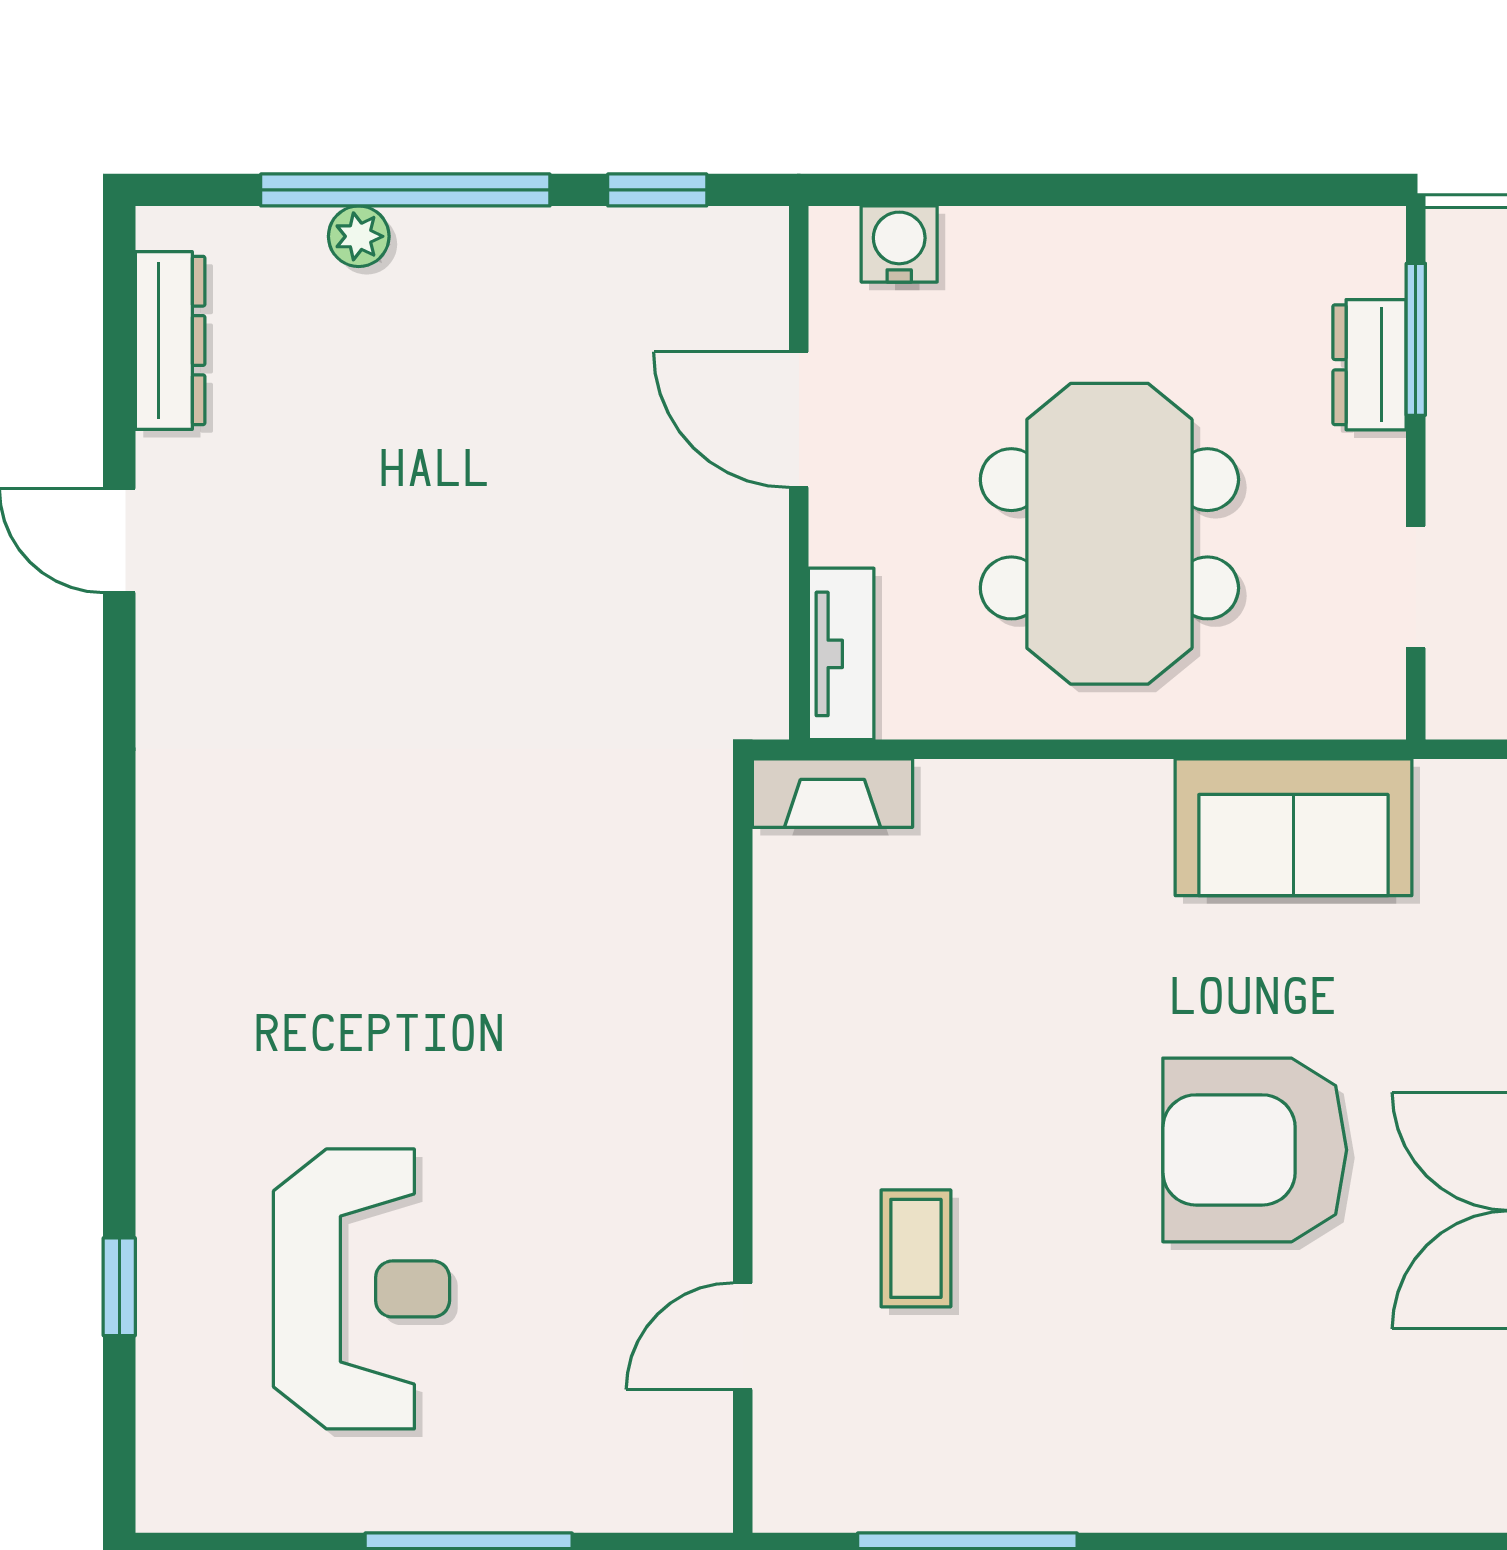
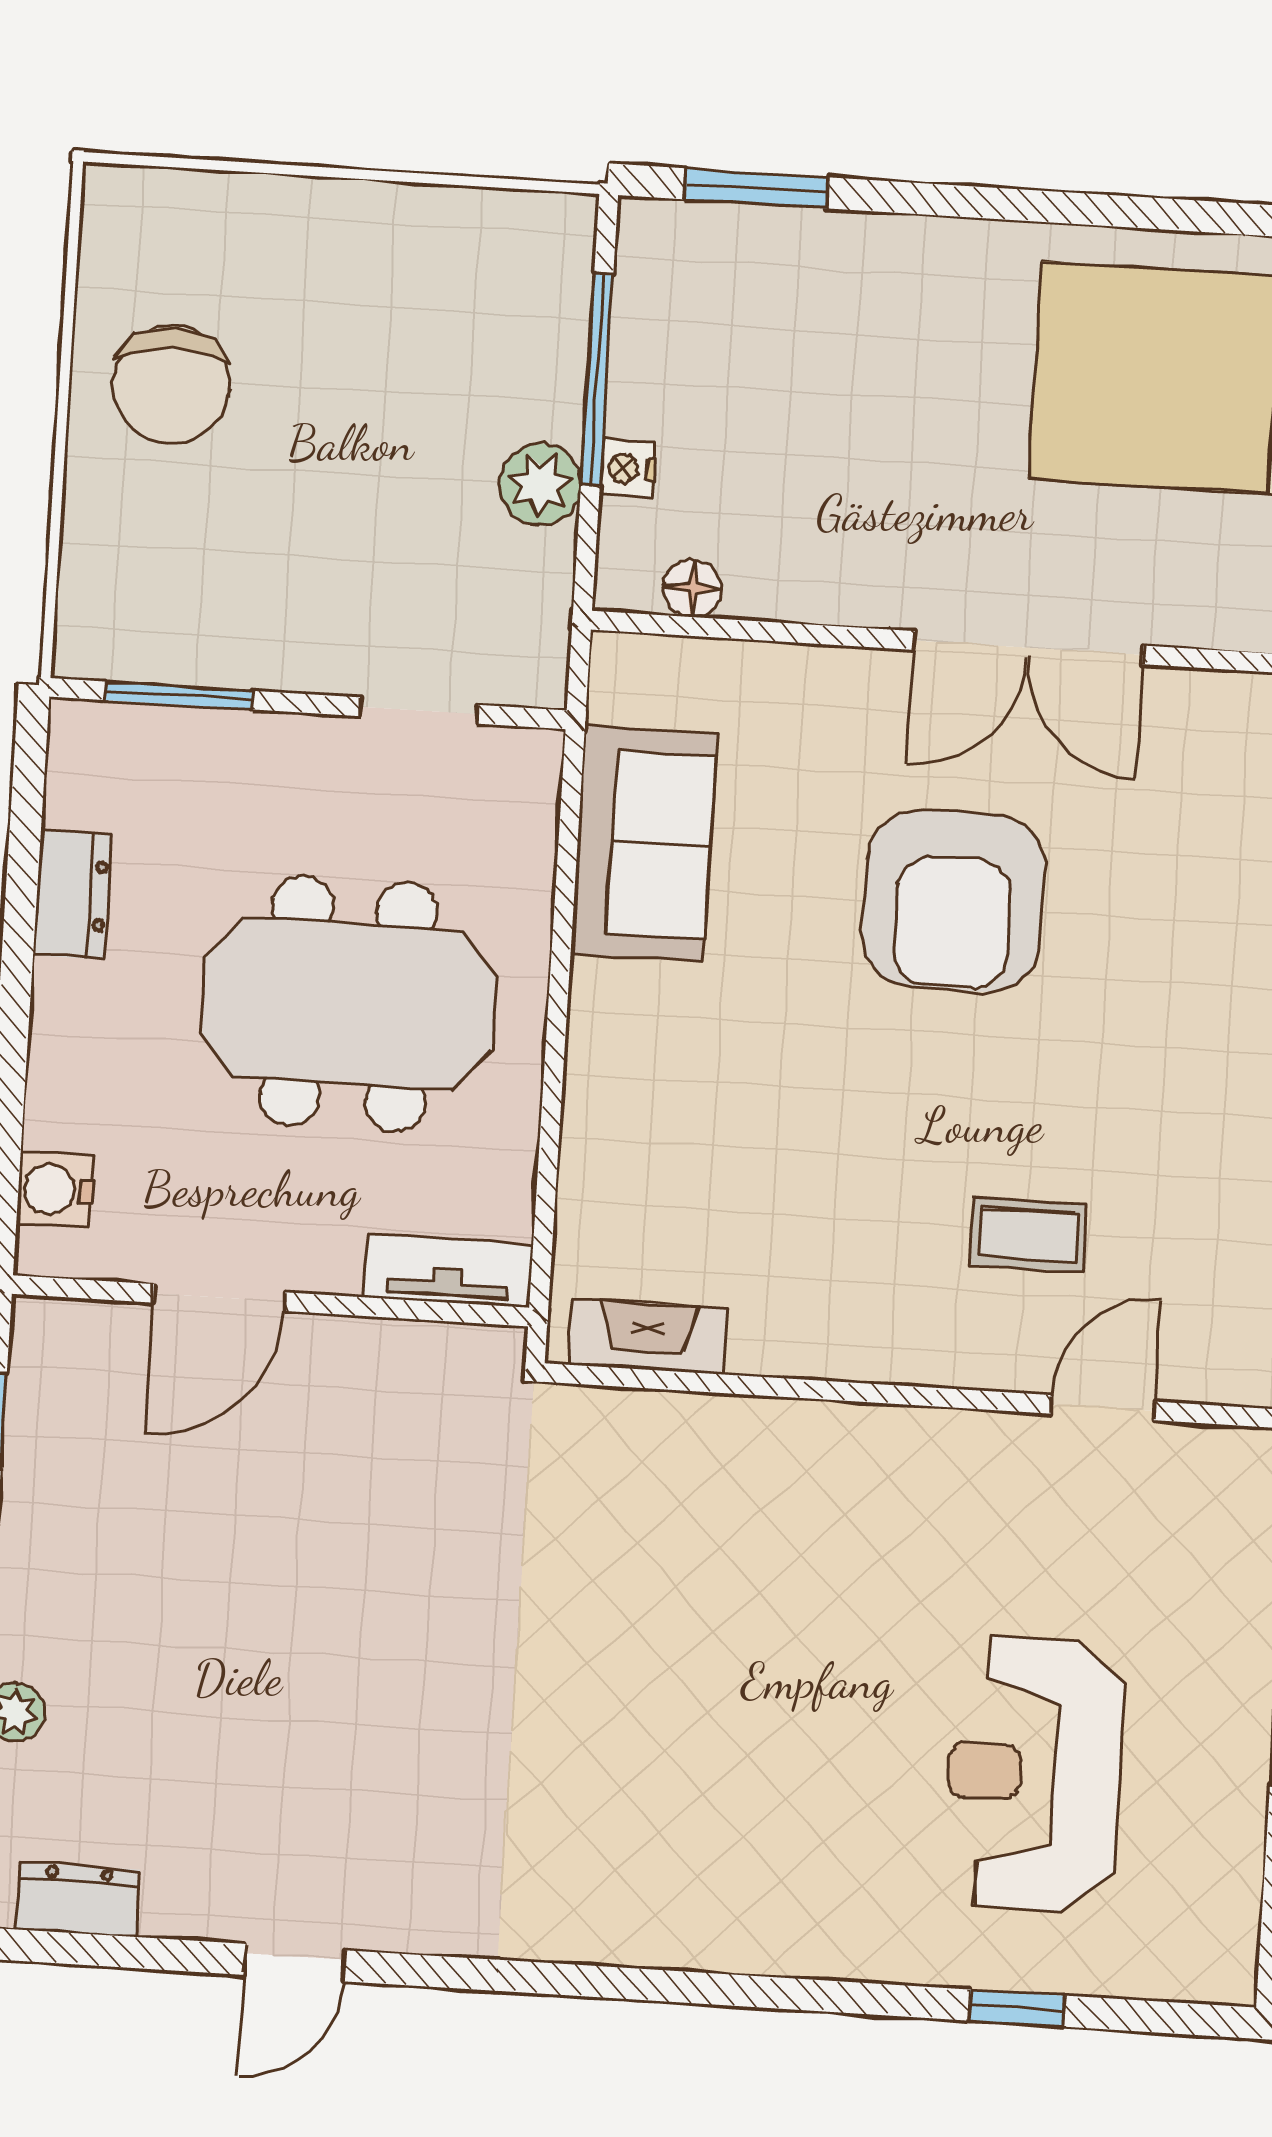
dresser: (170, 340) -> (78, 1900), width x0.70
dresser: (1370, 365) -> (72, 894), moved, turned -90
fireplace: (832, 793) -> (648, 1336), moved, turned -90
reception desk: (362, 1289) -> (1034, 1774), turned -90
door: (743, 1336) -> (1103, 1408), swing flipped

